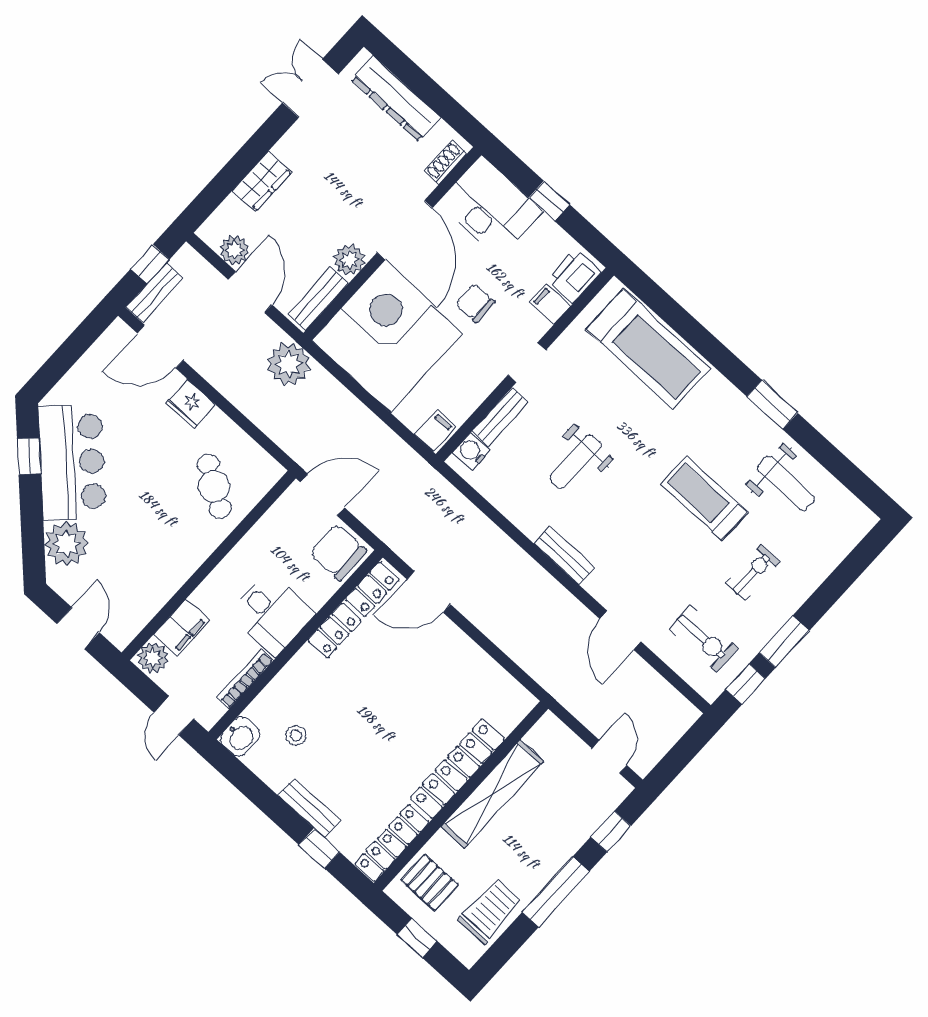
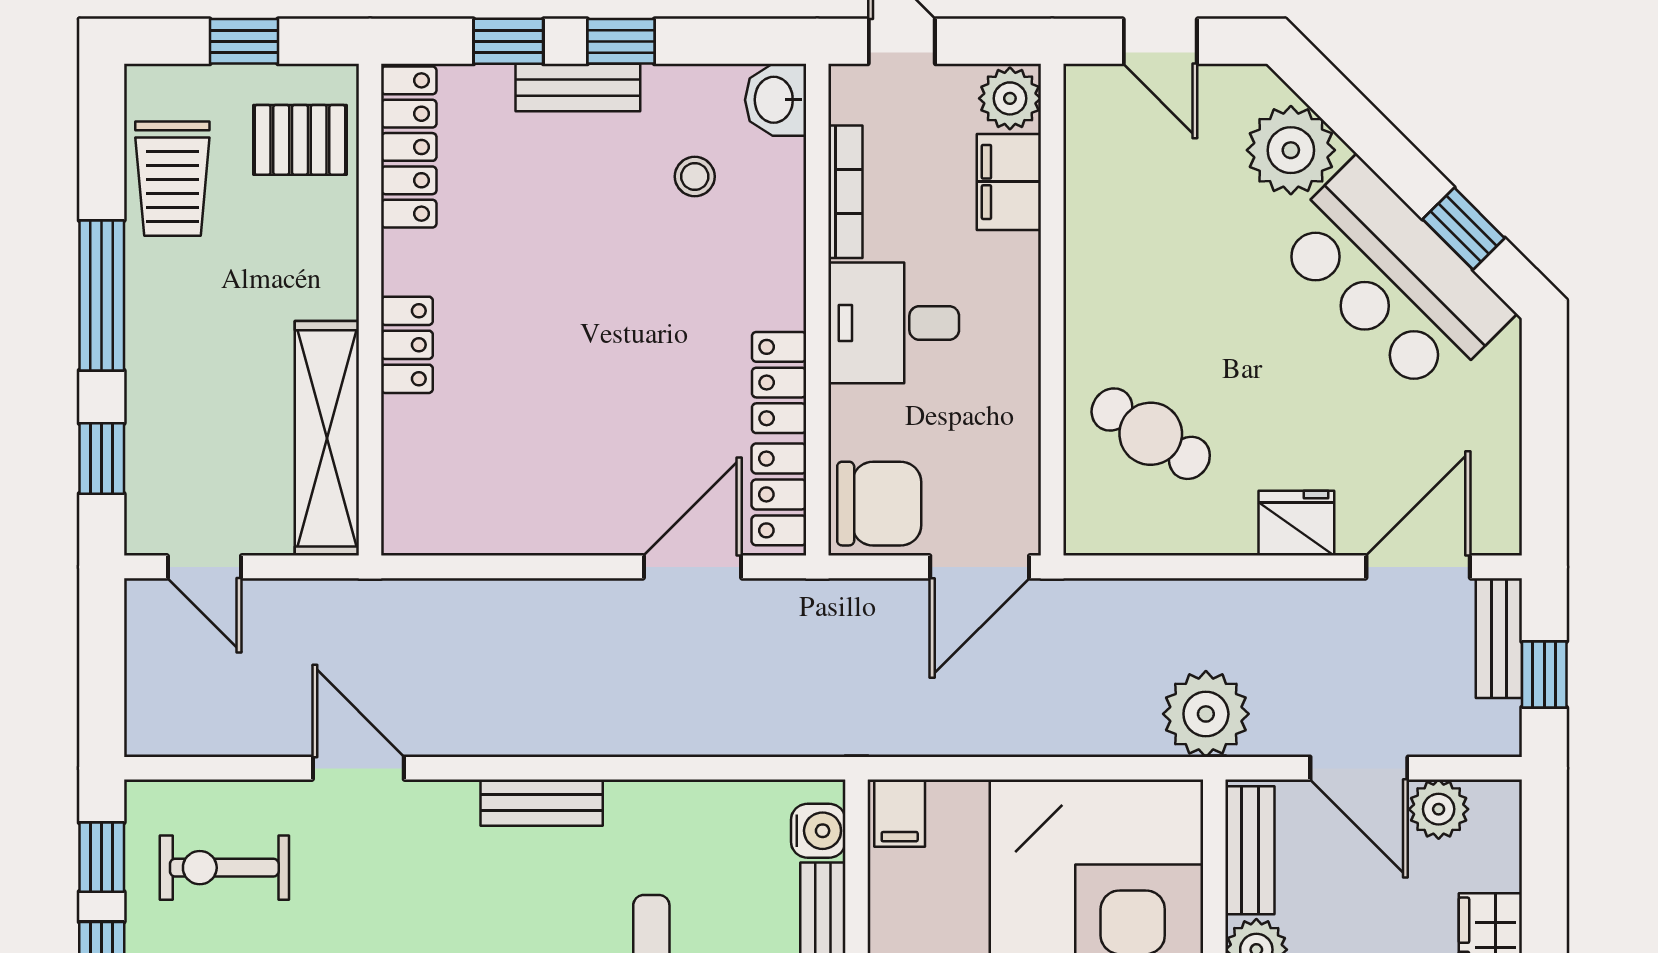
locker: (457, 769) -> (407, 345), width x0.46, depth x0.83
shelving: (492, 794) -> (327, 438), moved
window: (278, 810) -> (621, 41), added

